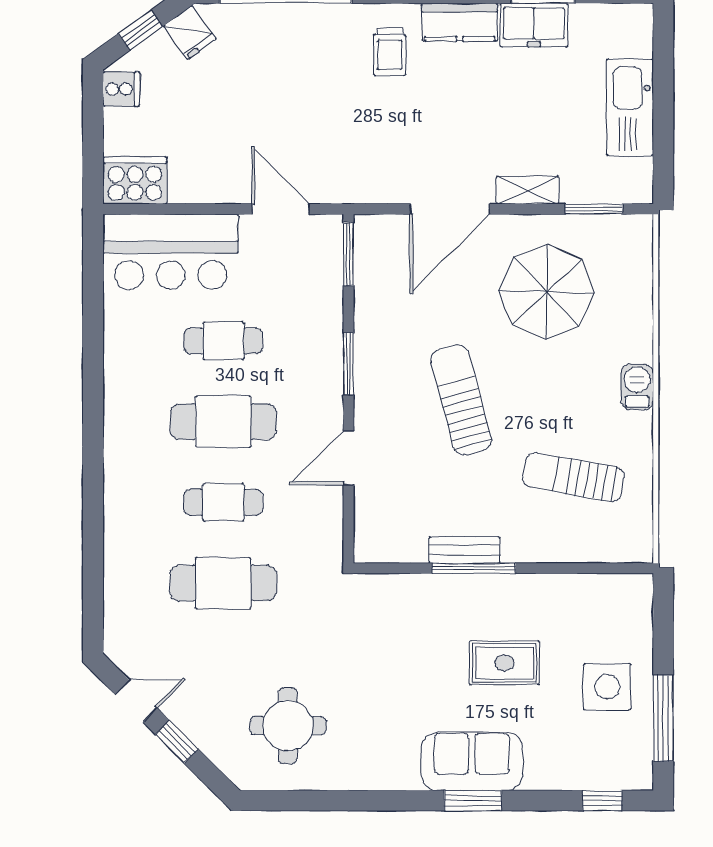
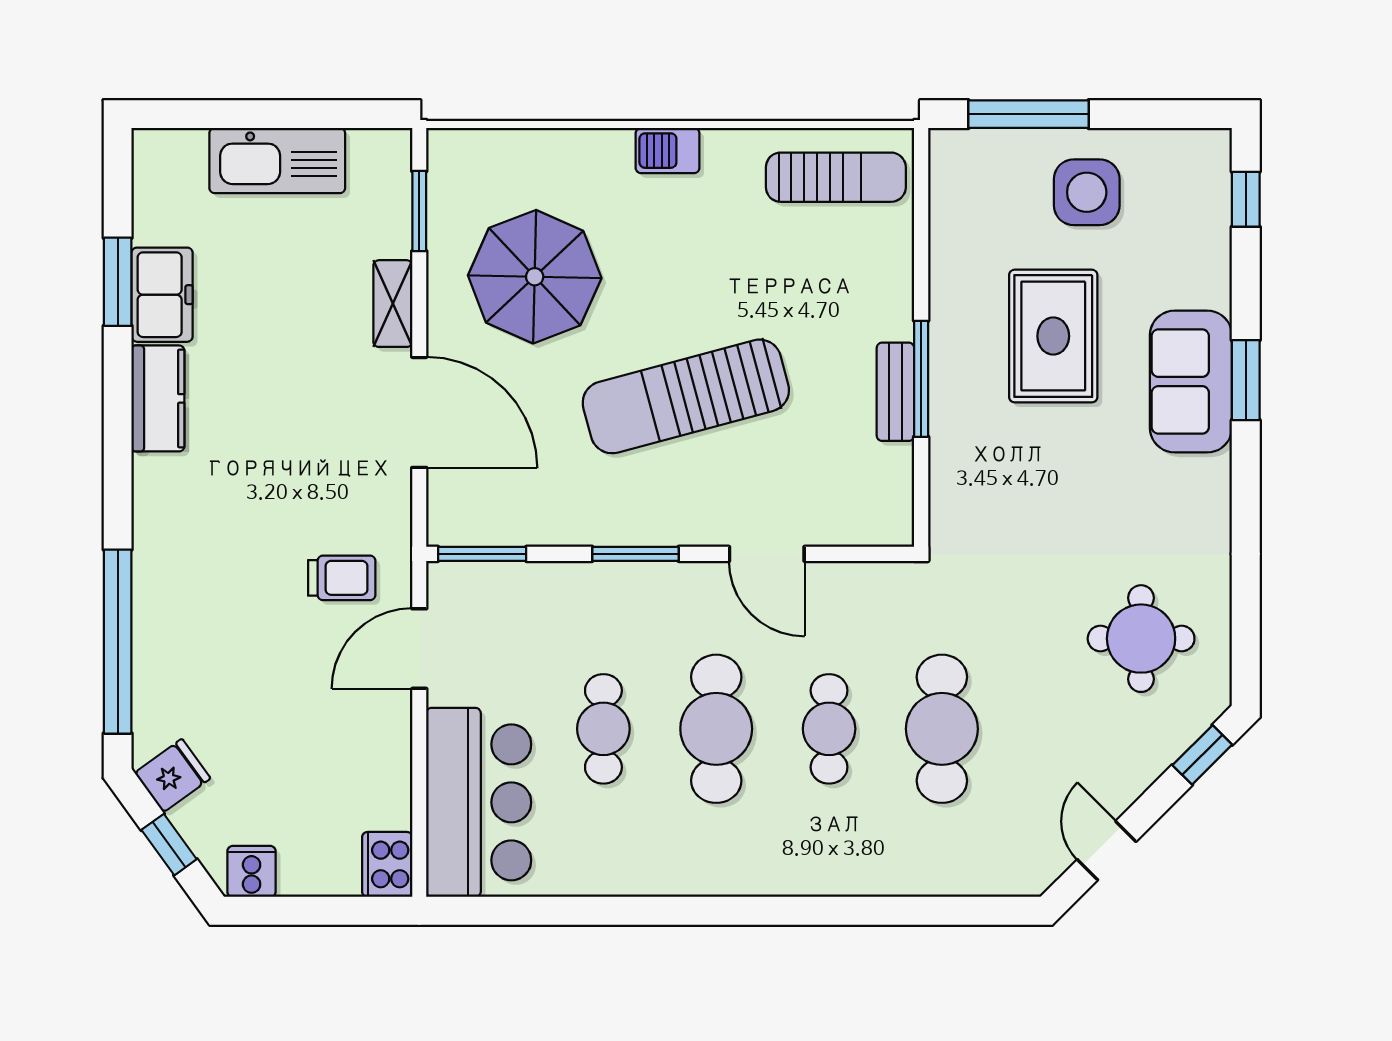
trolley: (390, 51) -> (342, 578), moved
cooker: (135, 181) -> (387, 864), width x0.73, depth x0.76
sun lounger: (461, 400) -> (686, 396), width x1.36, depth x1.34
sun lounger: (574, 477) -> (836, 177), moved, turned -100
rug: (504, 663) -> (1053, 336), width x1.36, depth x1.43
window: (663, 718) -> (1029, 114), moved
window: (177, 742) -> (1202, 755), moved

